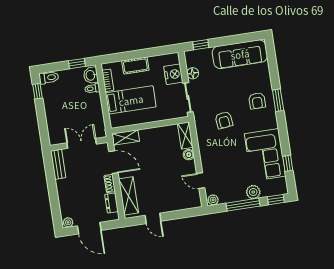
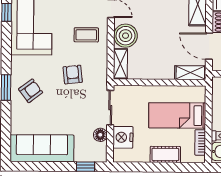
armchair: (257, 101) -> (31, 91), turned 53
boiler: (189, 155) -> (126, 36), width x1.86, depth x1.86
coffee table: (218, 155) -> (86, 35), added

